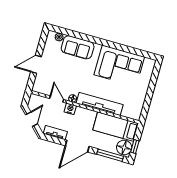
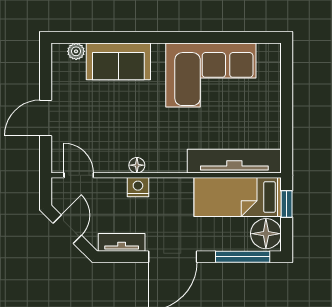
door: (57, 99) -> (79, 175), moved
tv unit: (100, 104) -> (234, 161), moved
window: (135, 147) -> (287, 204), moved

